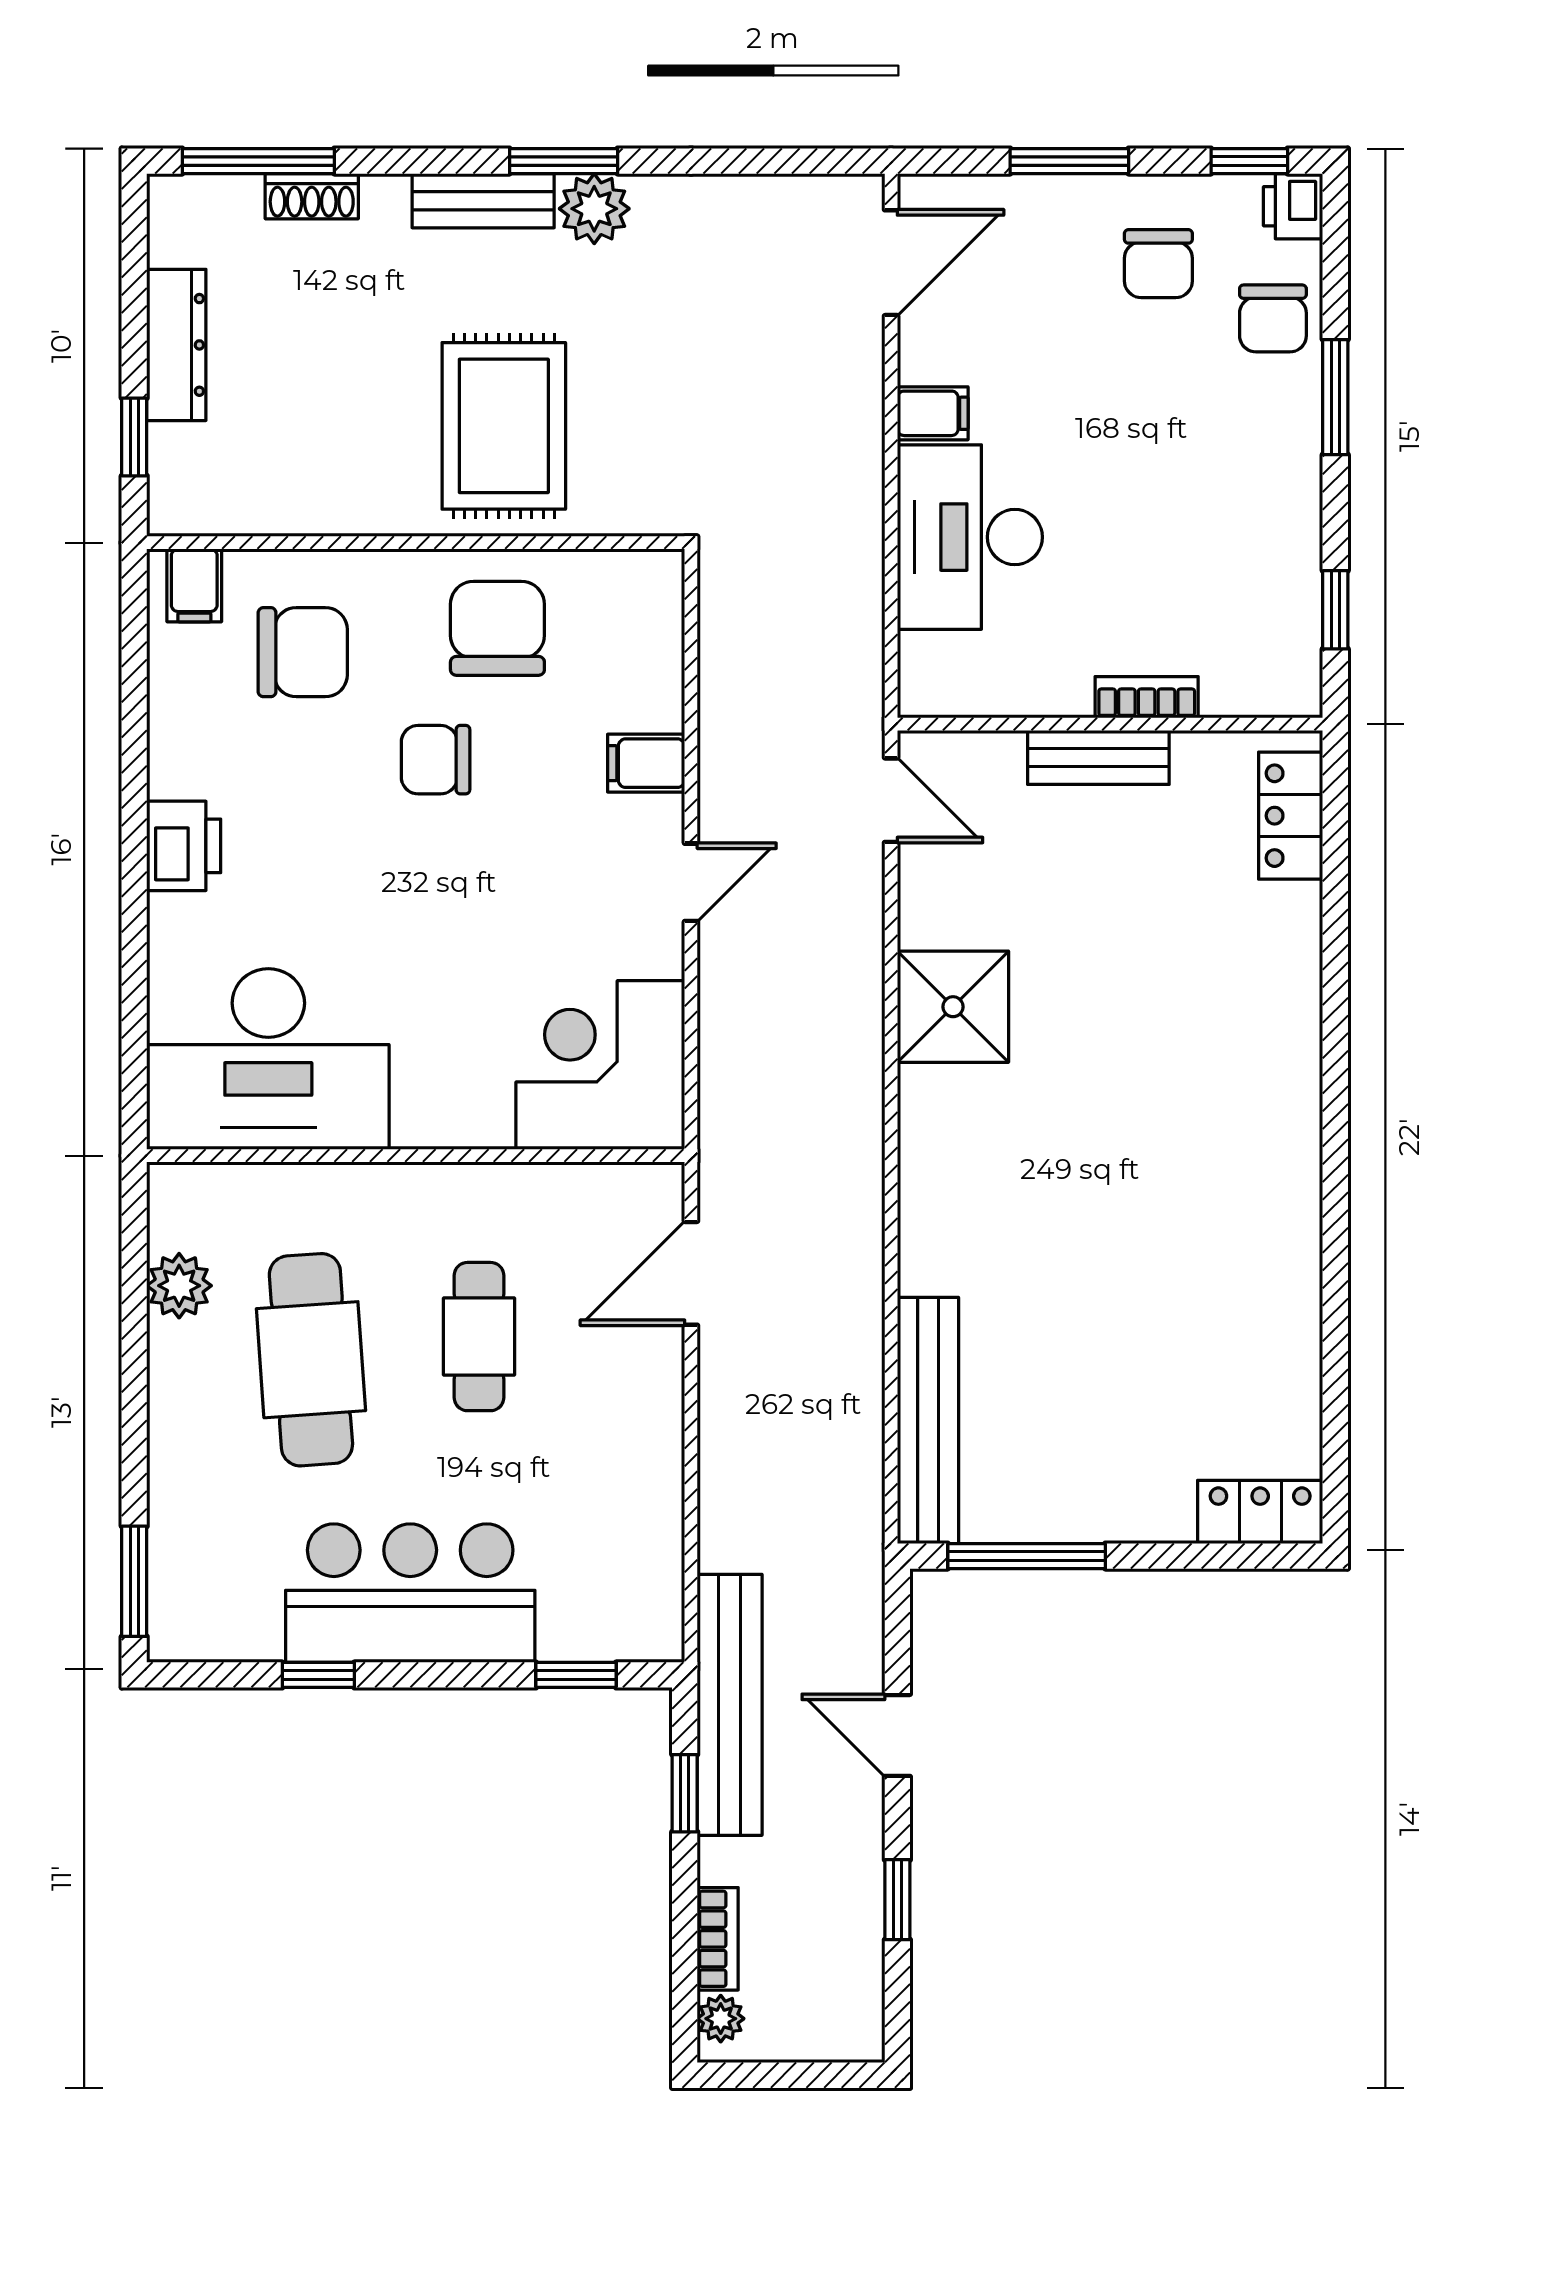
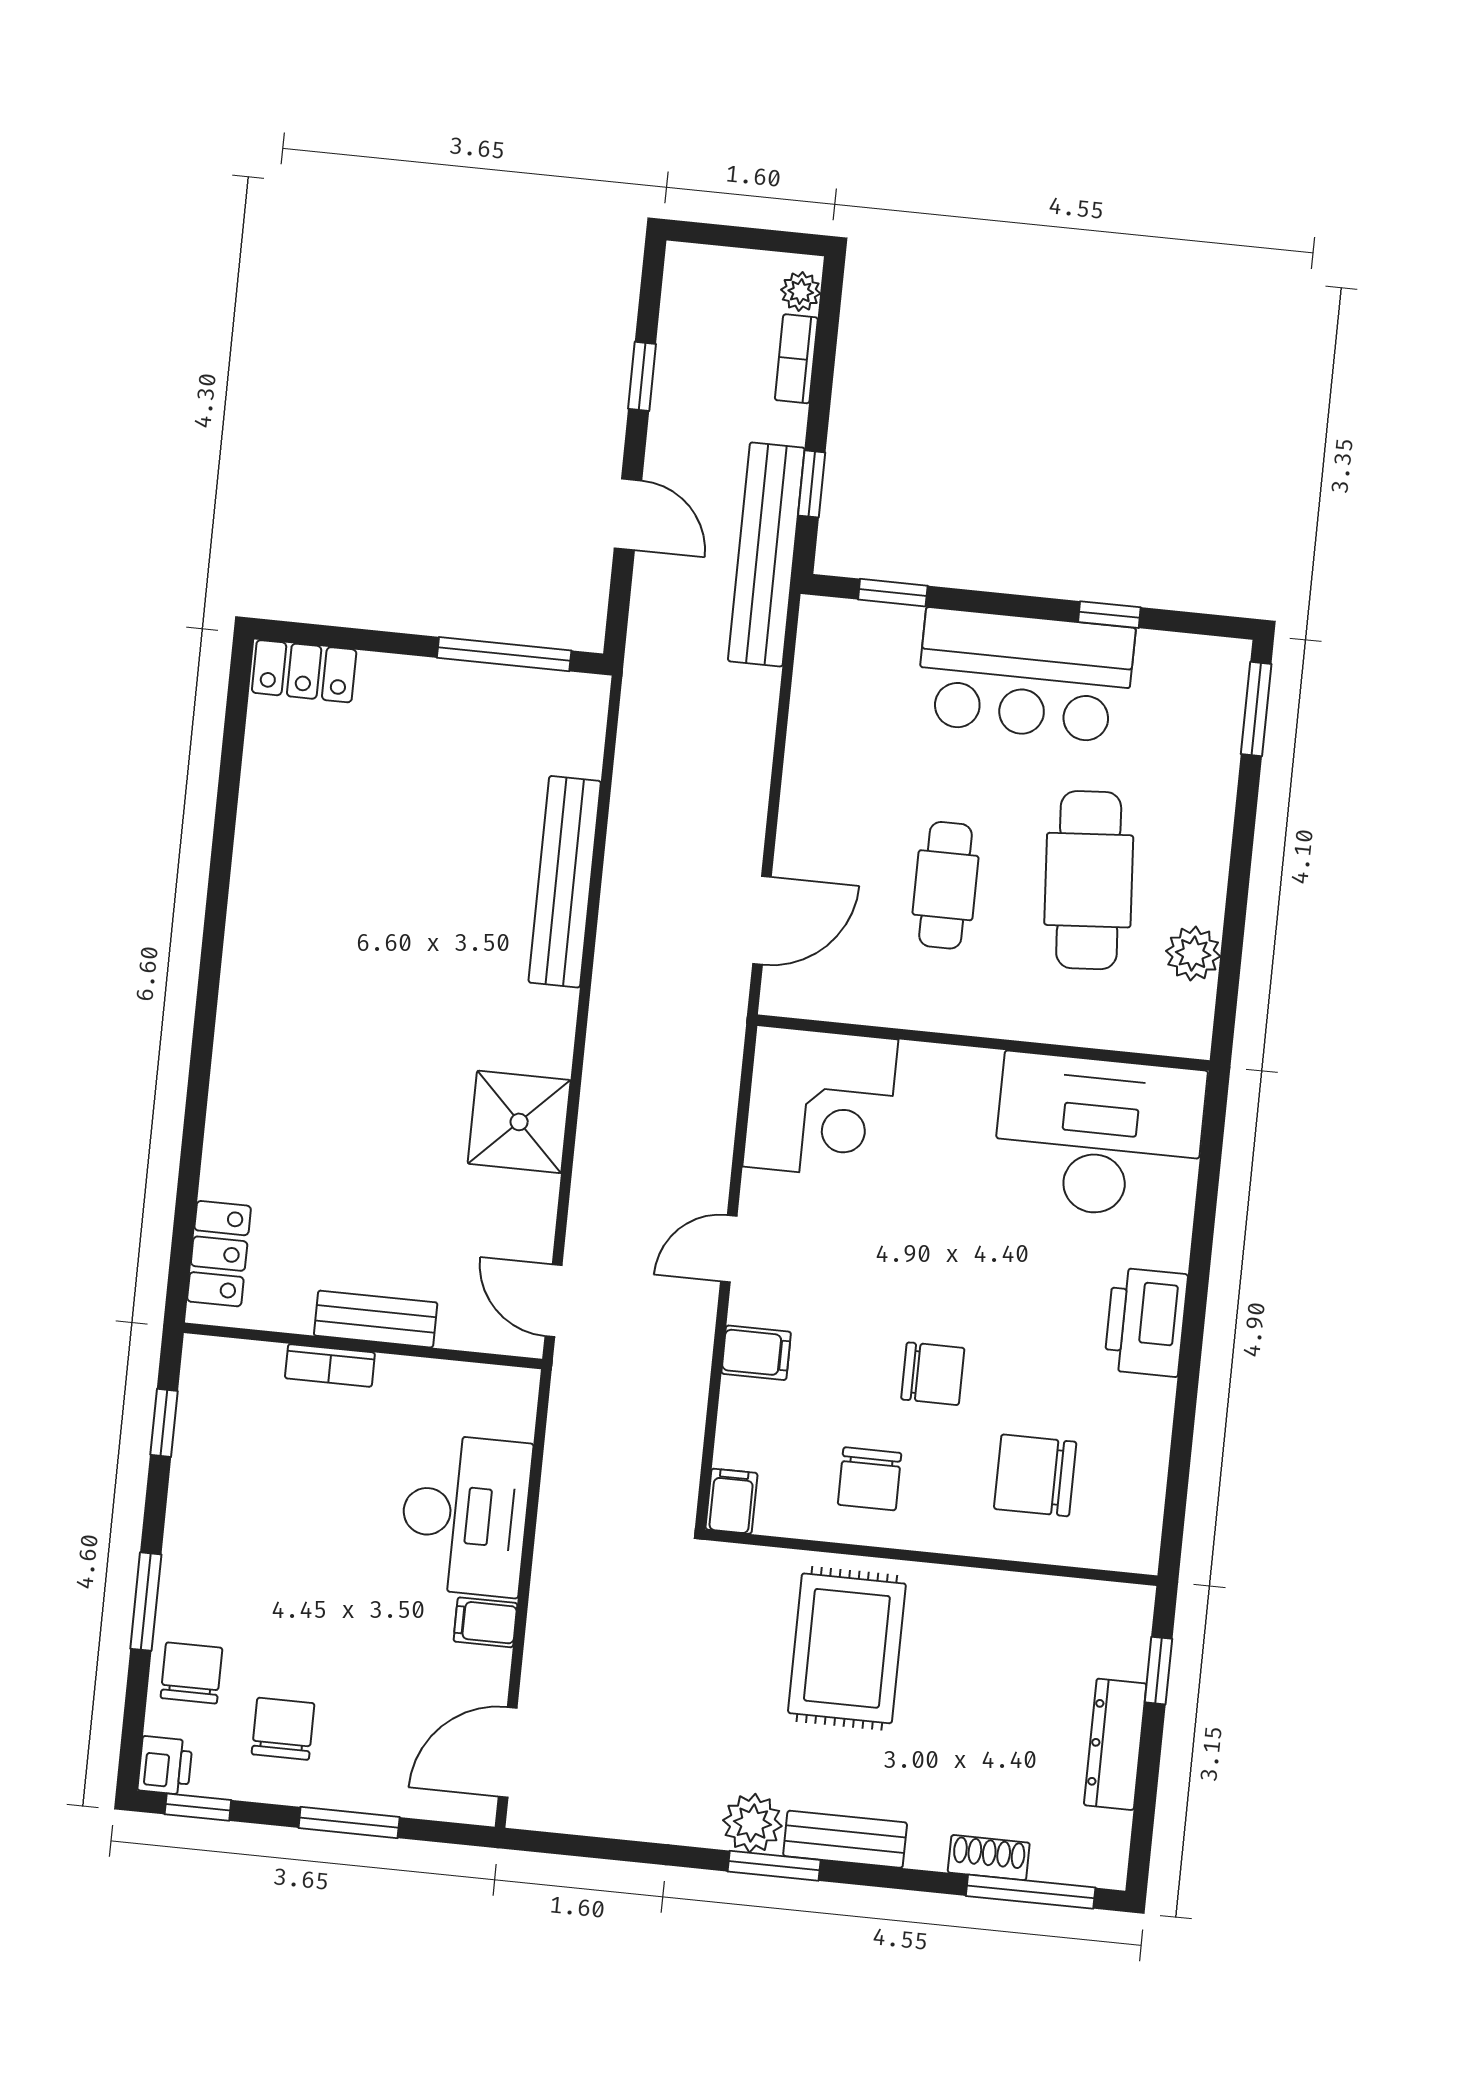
filing cabinet: (194, 585) -> (731, 1501), moved
chair: (497, 628) -> (870, 1479), width x0.73, depth x0.73
printer: (184, 846) -> (1146, 1322), width x1.37, depth x1.19
bench: (928, 1420) -> (565, 882), moved

